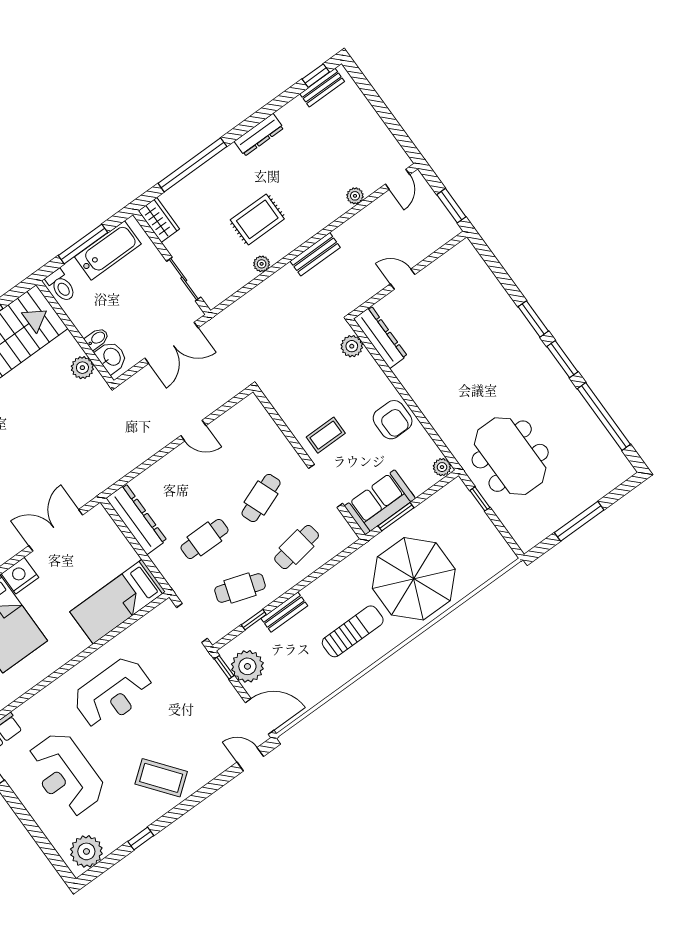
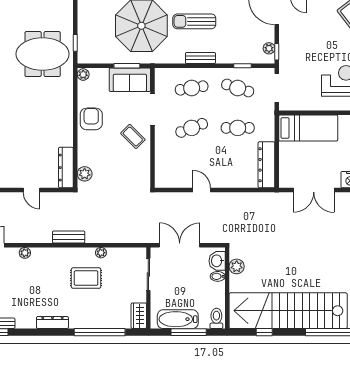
coffee table: (326, 435) -> (133, 136), turned 45
meeting table: (510, 456) -> (43, 54), turned 90
bench: (284, 612) -> (200, 58), moved
plant: (247, 666) -> (269, 48), width x0.53, depth x0.53

